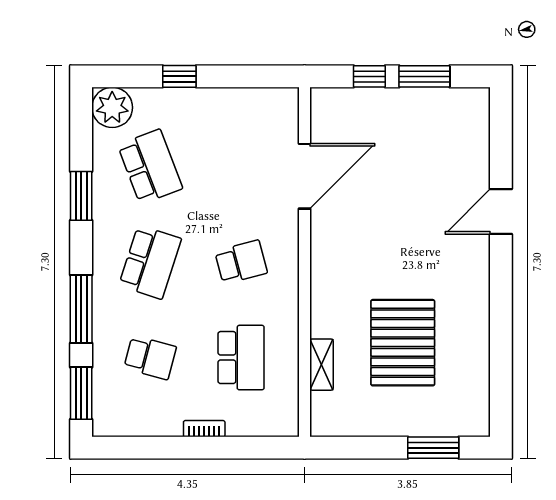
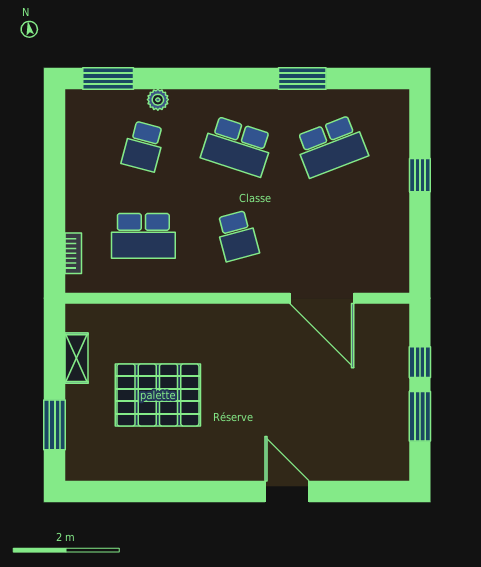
plant: (112, 107) -> (158, 100), moved, width x0.53, depth x0.53
window: (81, 309) -> (191, 79), removed
shelving: (321, 365) -> (76, 358), moved, turned 90
bookcase: (204, 429) -> (73, 253), moved

